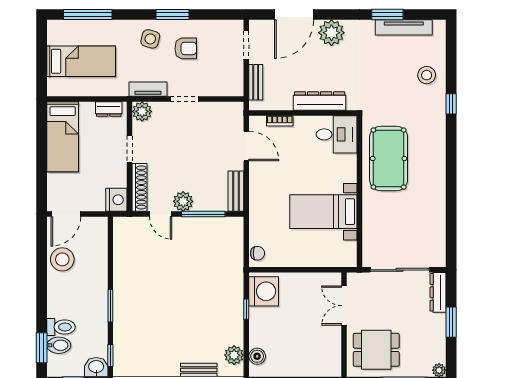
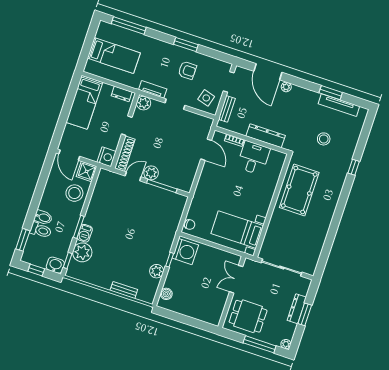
door: (294, 14) -> (268, 72), hinge flipped
plant: (331, 33) -> (286, 87), width x0.53, depth x0.53
side table: (150, 39) -> (206, 98), moved
stool: (427, 75) -> (324, 139), moved
desk: (337, 134) -> (253, 158), moved, turned -90
bench: (236, 191) -> (189, 178), removed
bed with nightstands: (323, 212) -> (237, 230), moved
door: (66, 214) -> (69, 155), hinge flipped
door: (161, 214) -> (133, 176), swing flipped
shower: (96, 228) -> (87, 171), added
stool: (62, 259) -> (74, 193), moved
dresser: (438, 292) -> (297, 309), moved
barbecue: (121, 311) -> (85, 233), added
plant: (126, 338) -> (82, 252), added
bidet: (59, 345) -> (43, 217), moved
plant: (234, 355) -> (157, 271), moved

